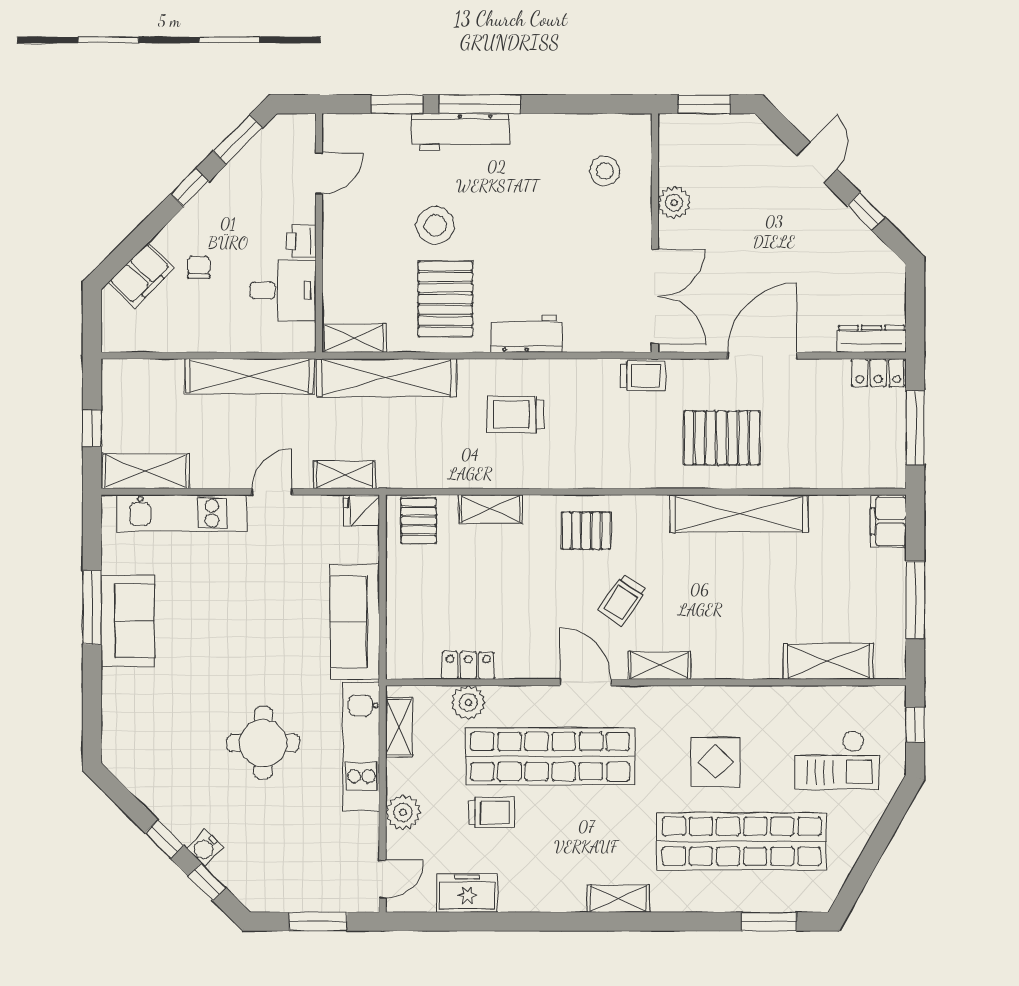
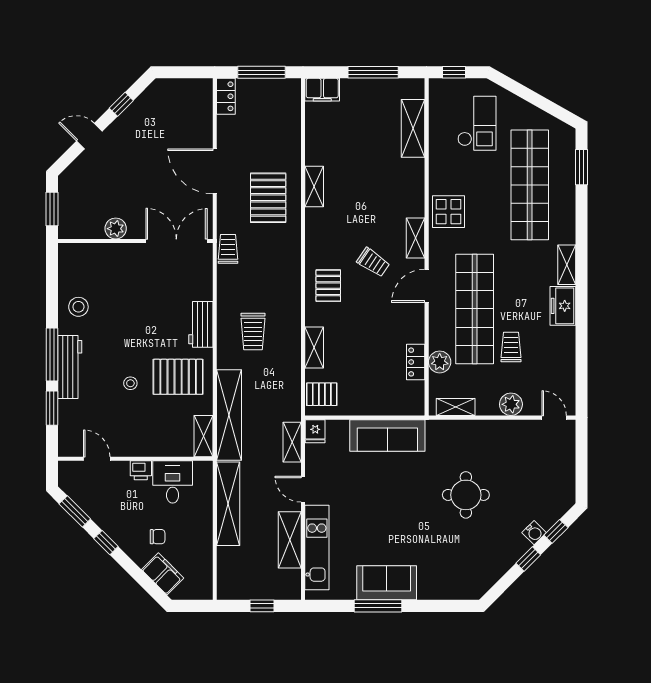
stool: (605, 171) -> (78, 307), moved
stool: (435, 225) -> (130, 383), width x0.53, depth x0.53
chair: (199, 267) -> (158, 537), turned 180
dresser: (871, 339) -> (204, 101), removed
shelving: (146, 471) -> (290, 540), moved
shelving: (739, 514) -> (314, 186), width x0.45, depth x0.75
kitchen unit: (361, 747) -> (468, 431), removed
display table: (715, 762) -> (448, 212), moved
freezer: (467, 893) -> (563, 306), moved
window: (318, 921) -> (582, 459), removed

